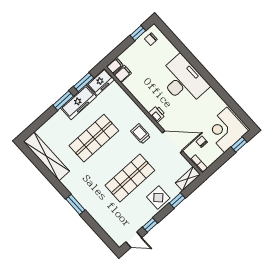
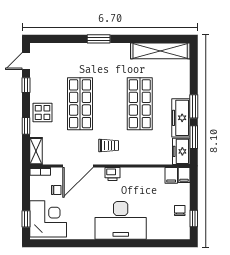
chair: (151, 39) -> (180, 210), moved

